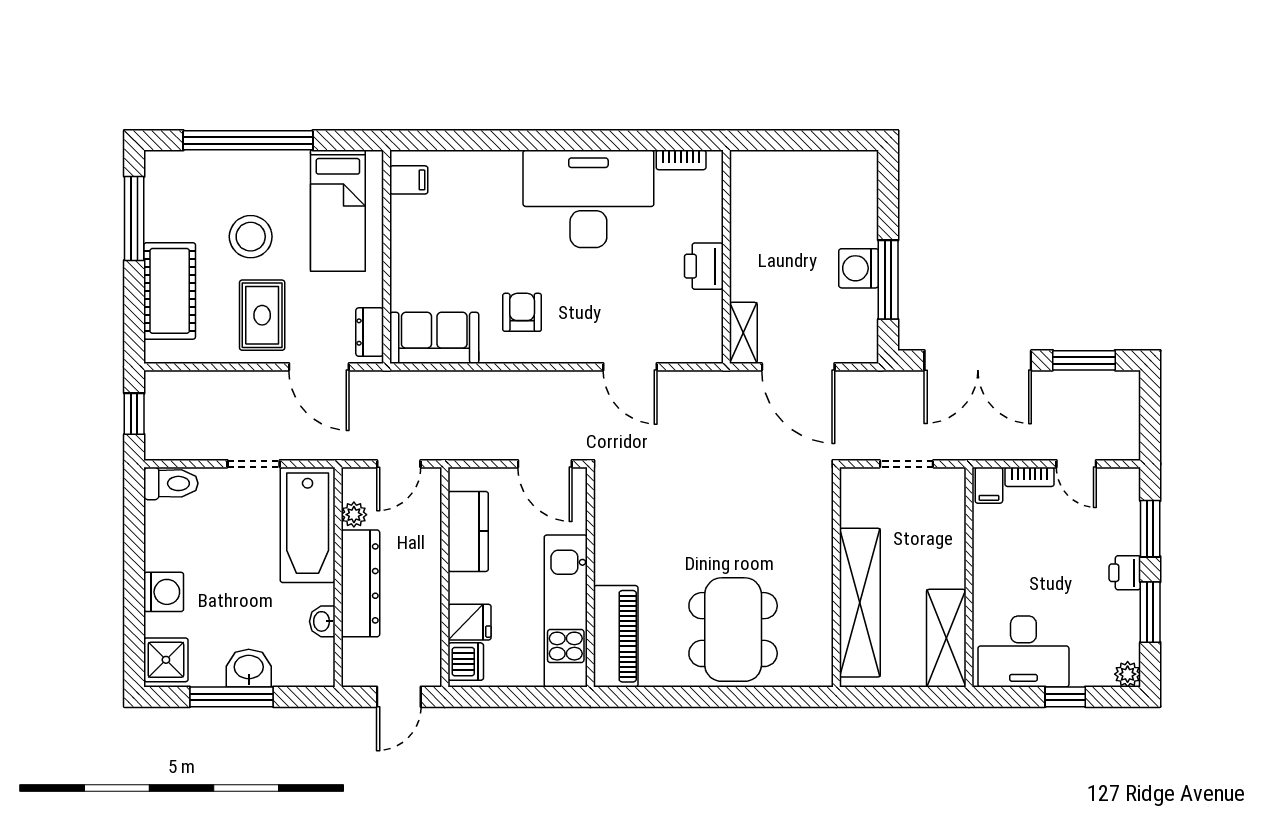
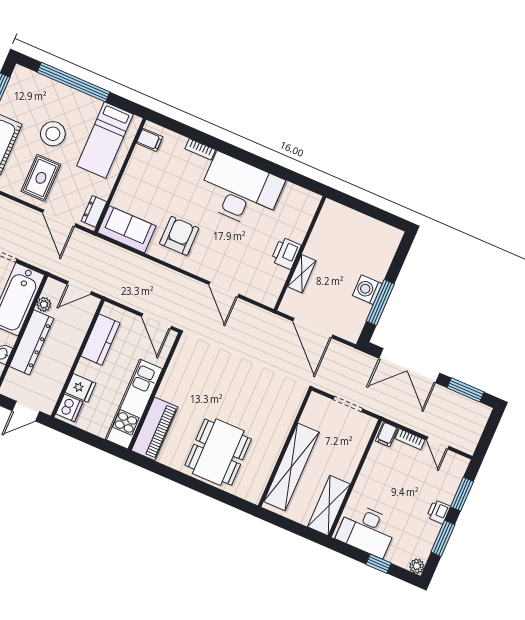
bookcase: (681, 160) -> (200, 149), moved
armchair: (522, 312) -> (179, 236), width x1.38, depth x1.38
shelving: (743, 333) -> (302, 274), moved

